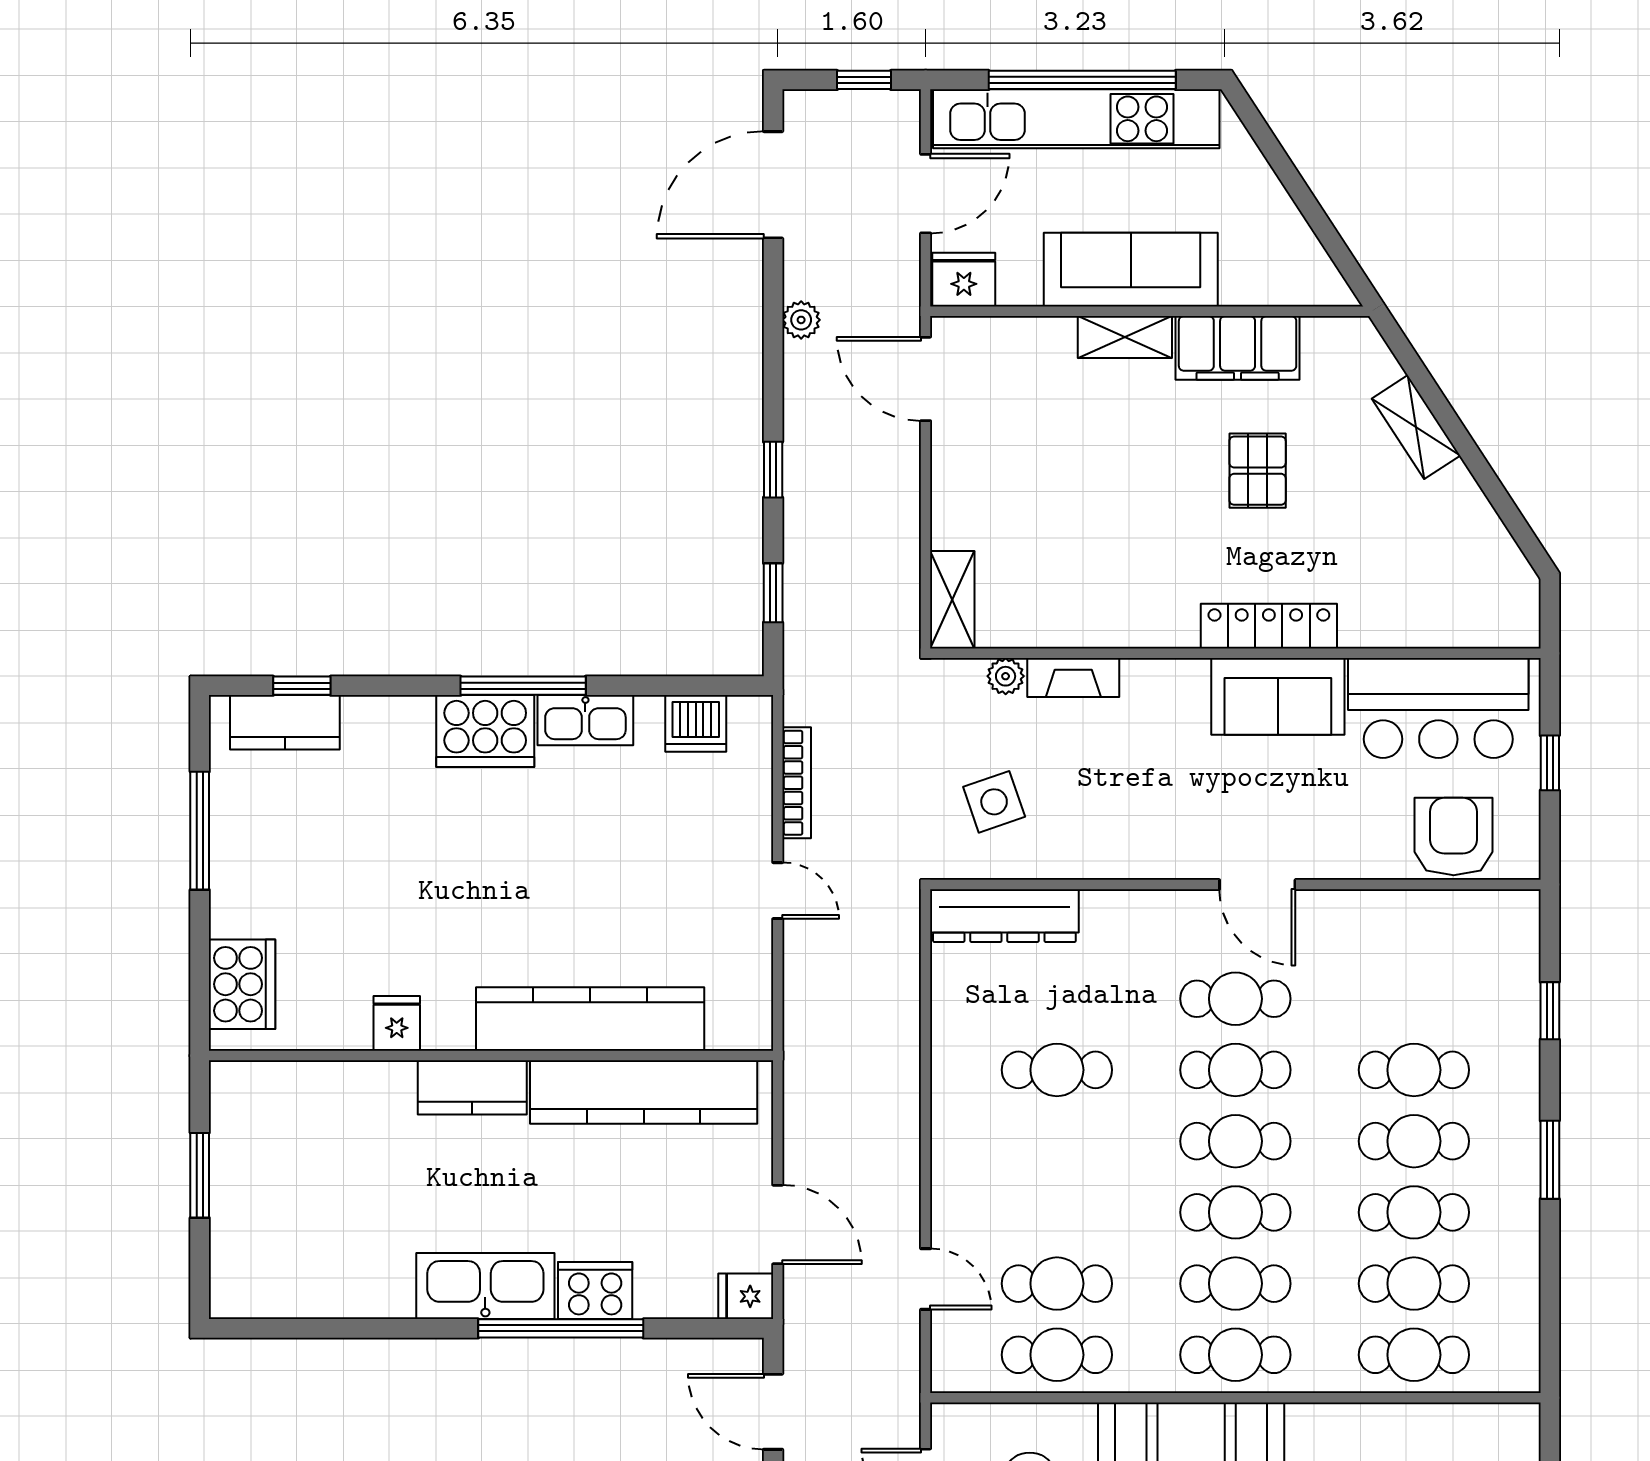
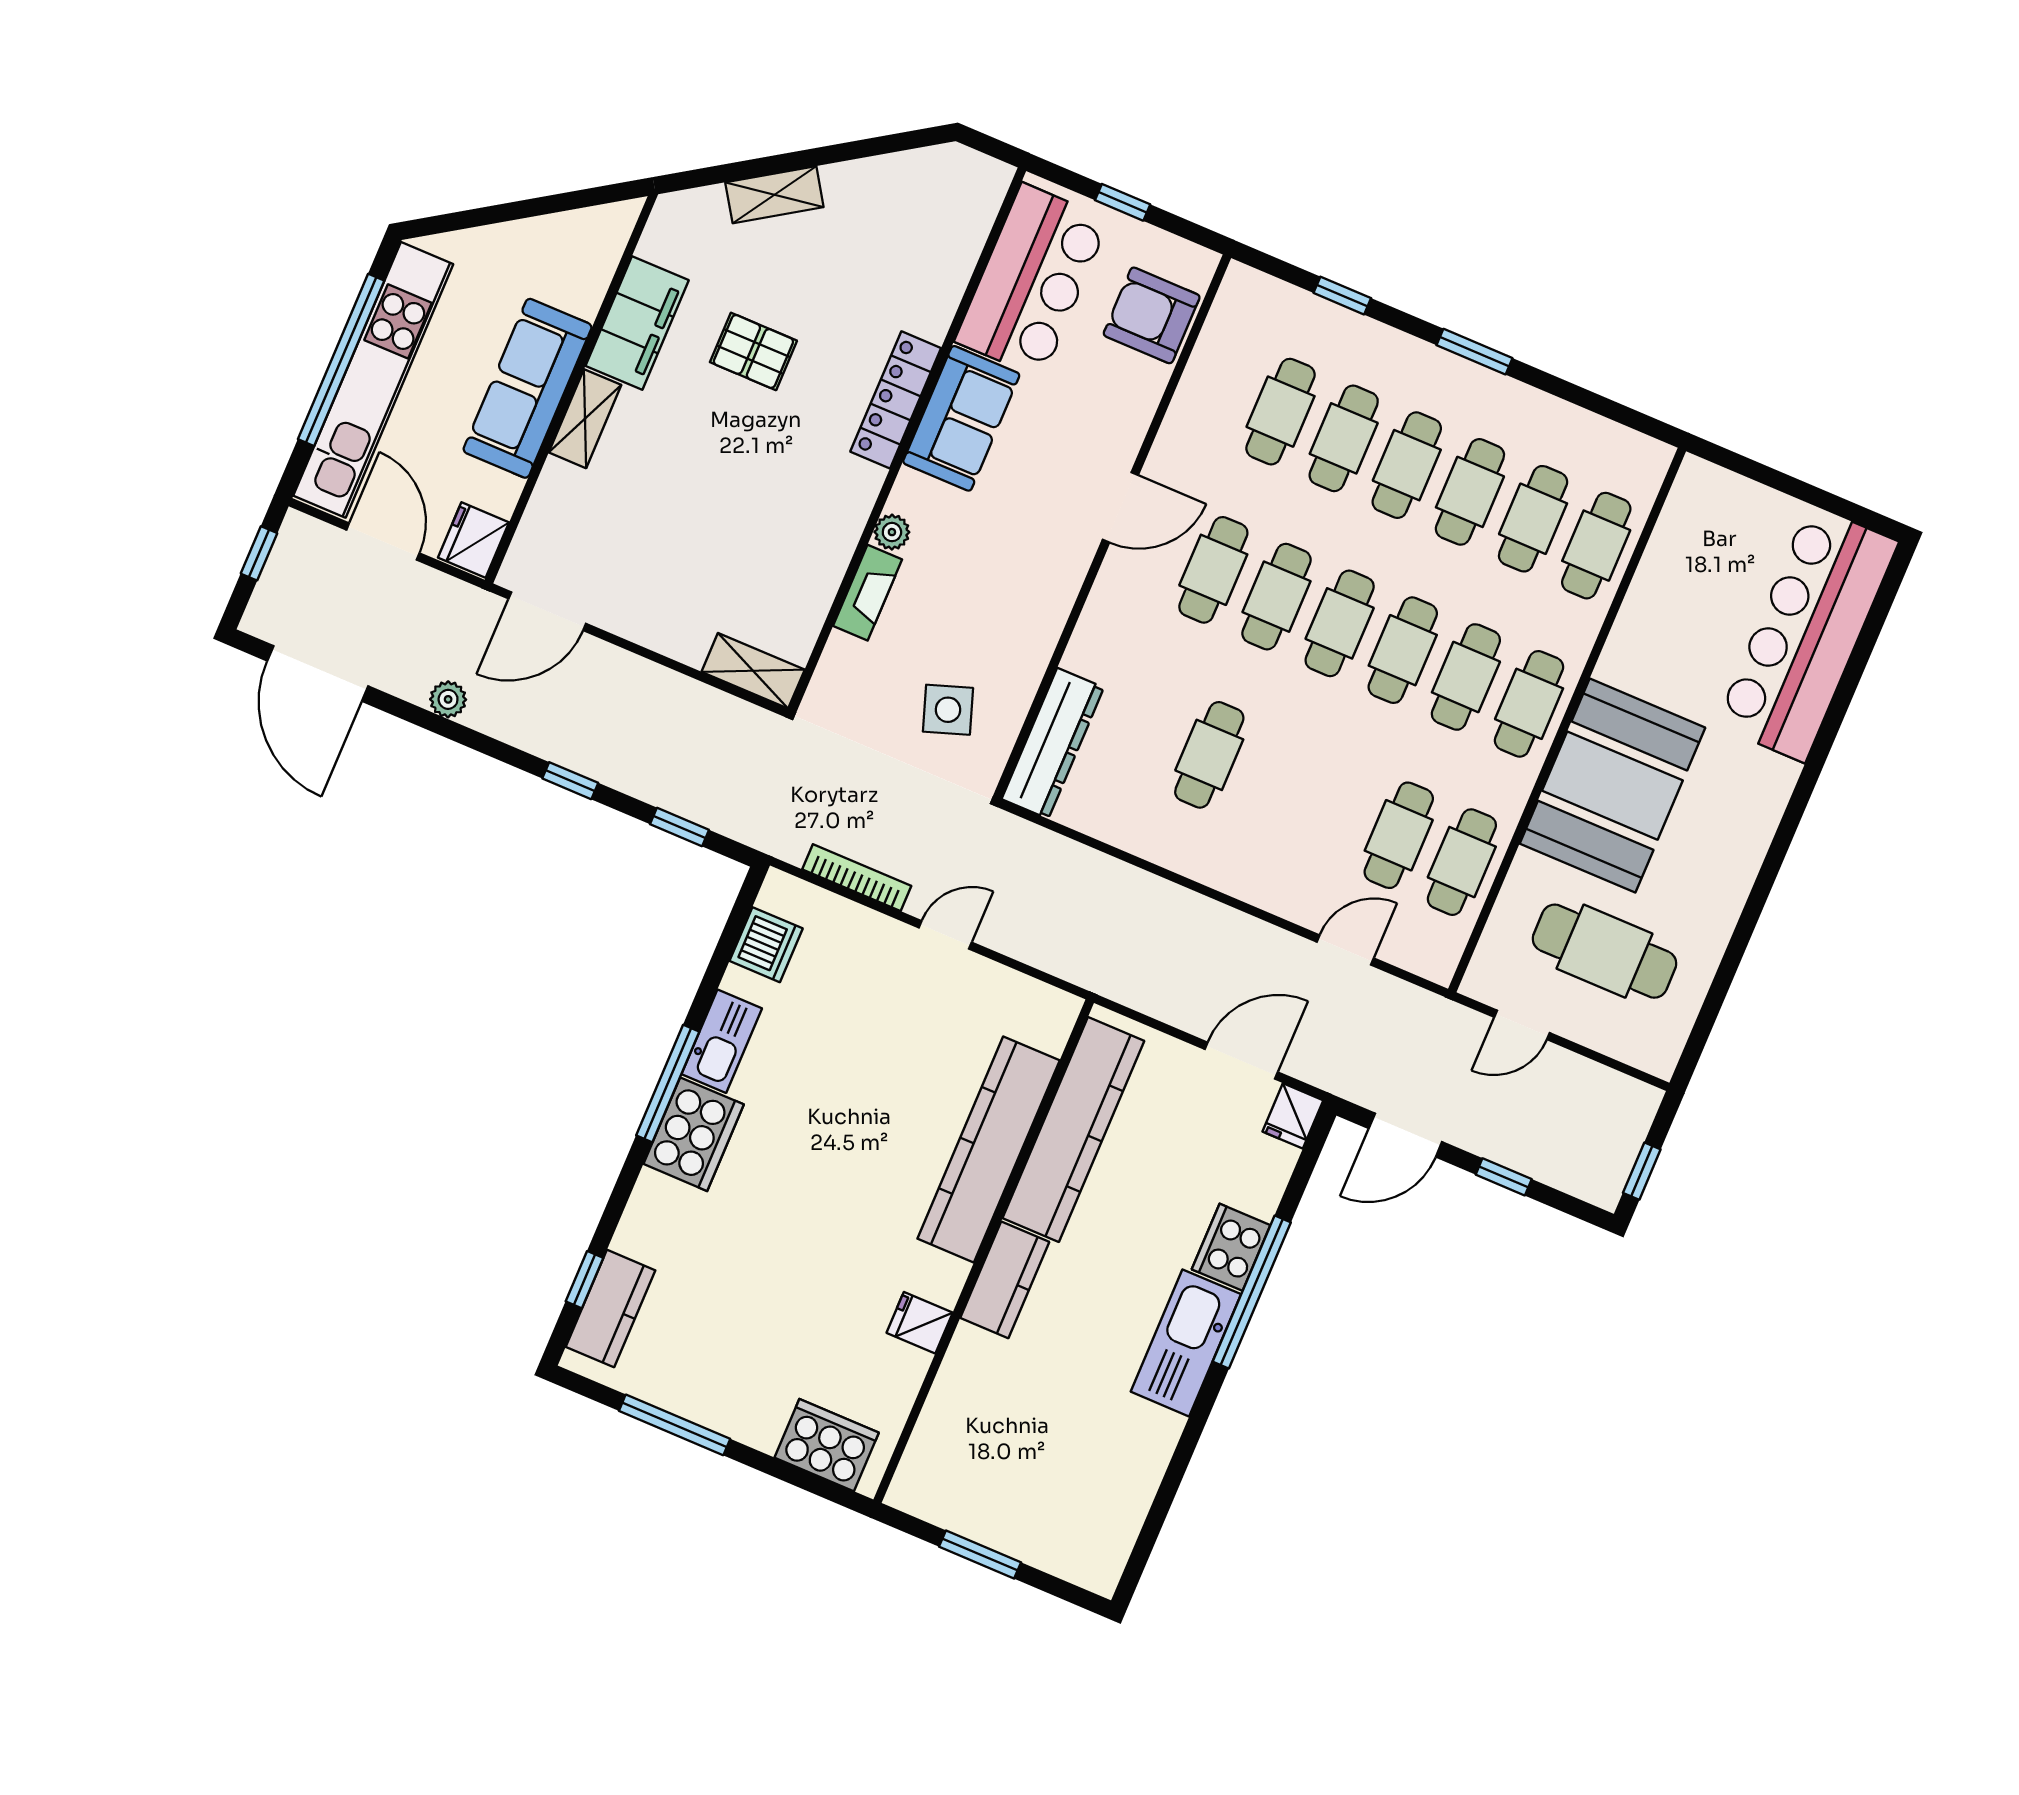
plant: (1006, 676) -> (892, 532), moved
cafe table: (1414, 999) -> (1281, 412), added

